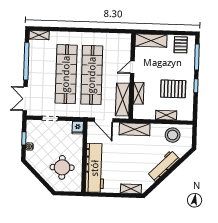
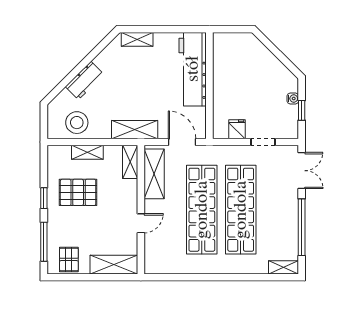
shelving: (139, 93) -> (130, 162), moved
fridge: (78, 128) -> (237, 129), moved
workbench: (163, 166) -> (85, 81), width x0.73
round table: (62, 167) -> (242, 68), removed

